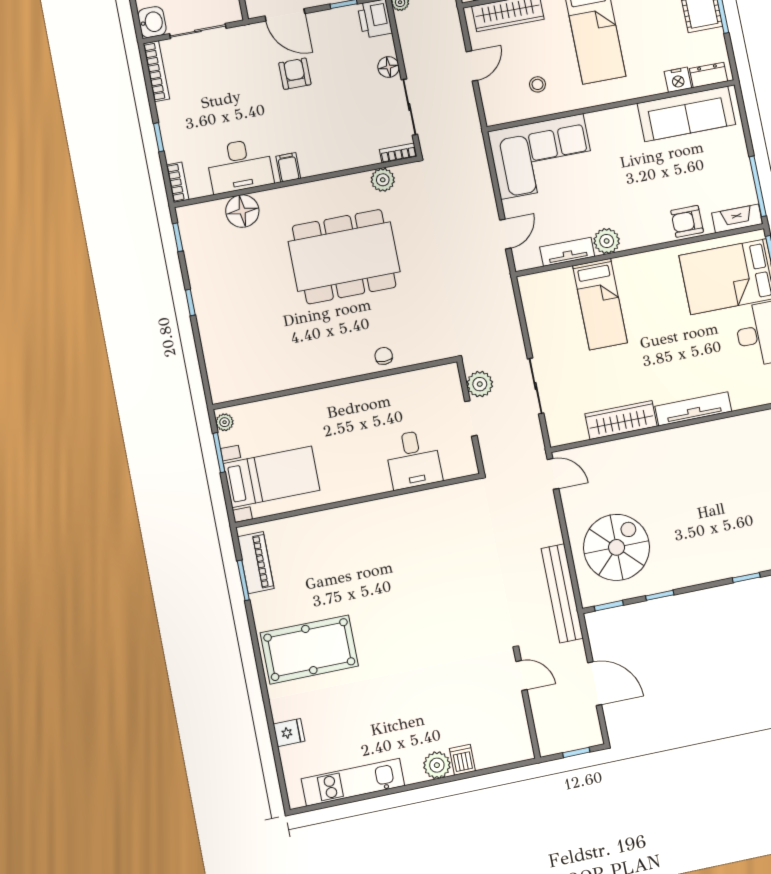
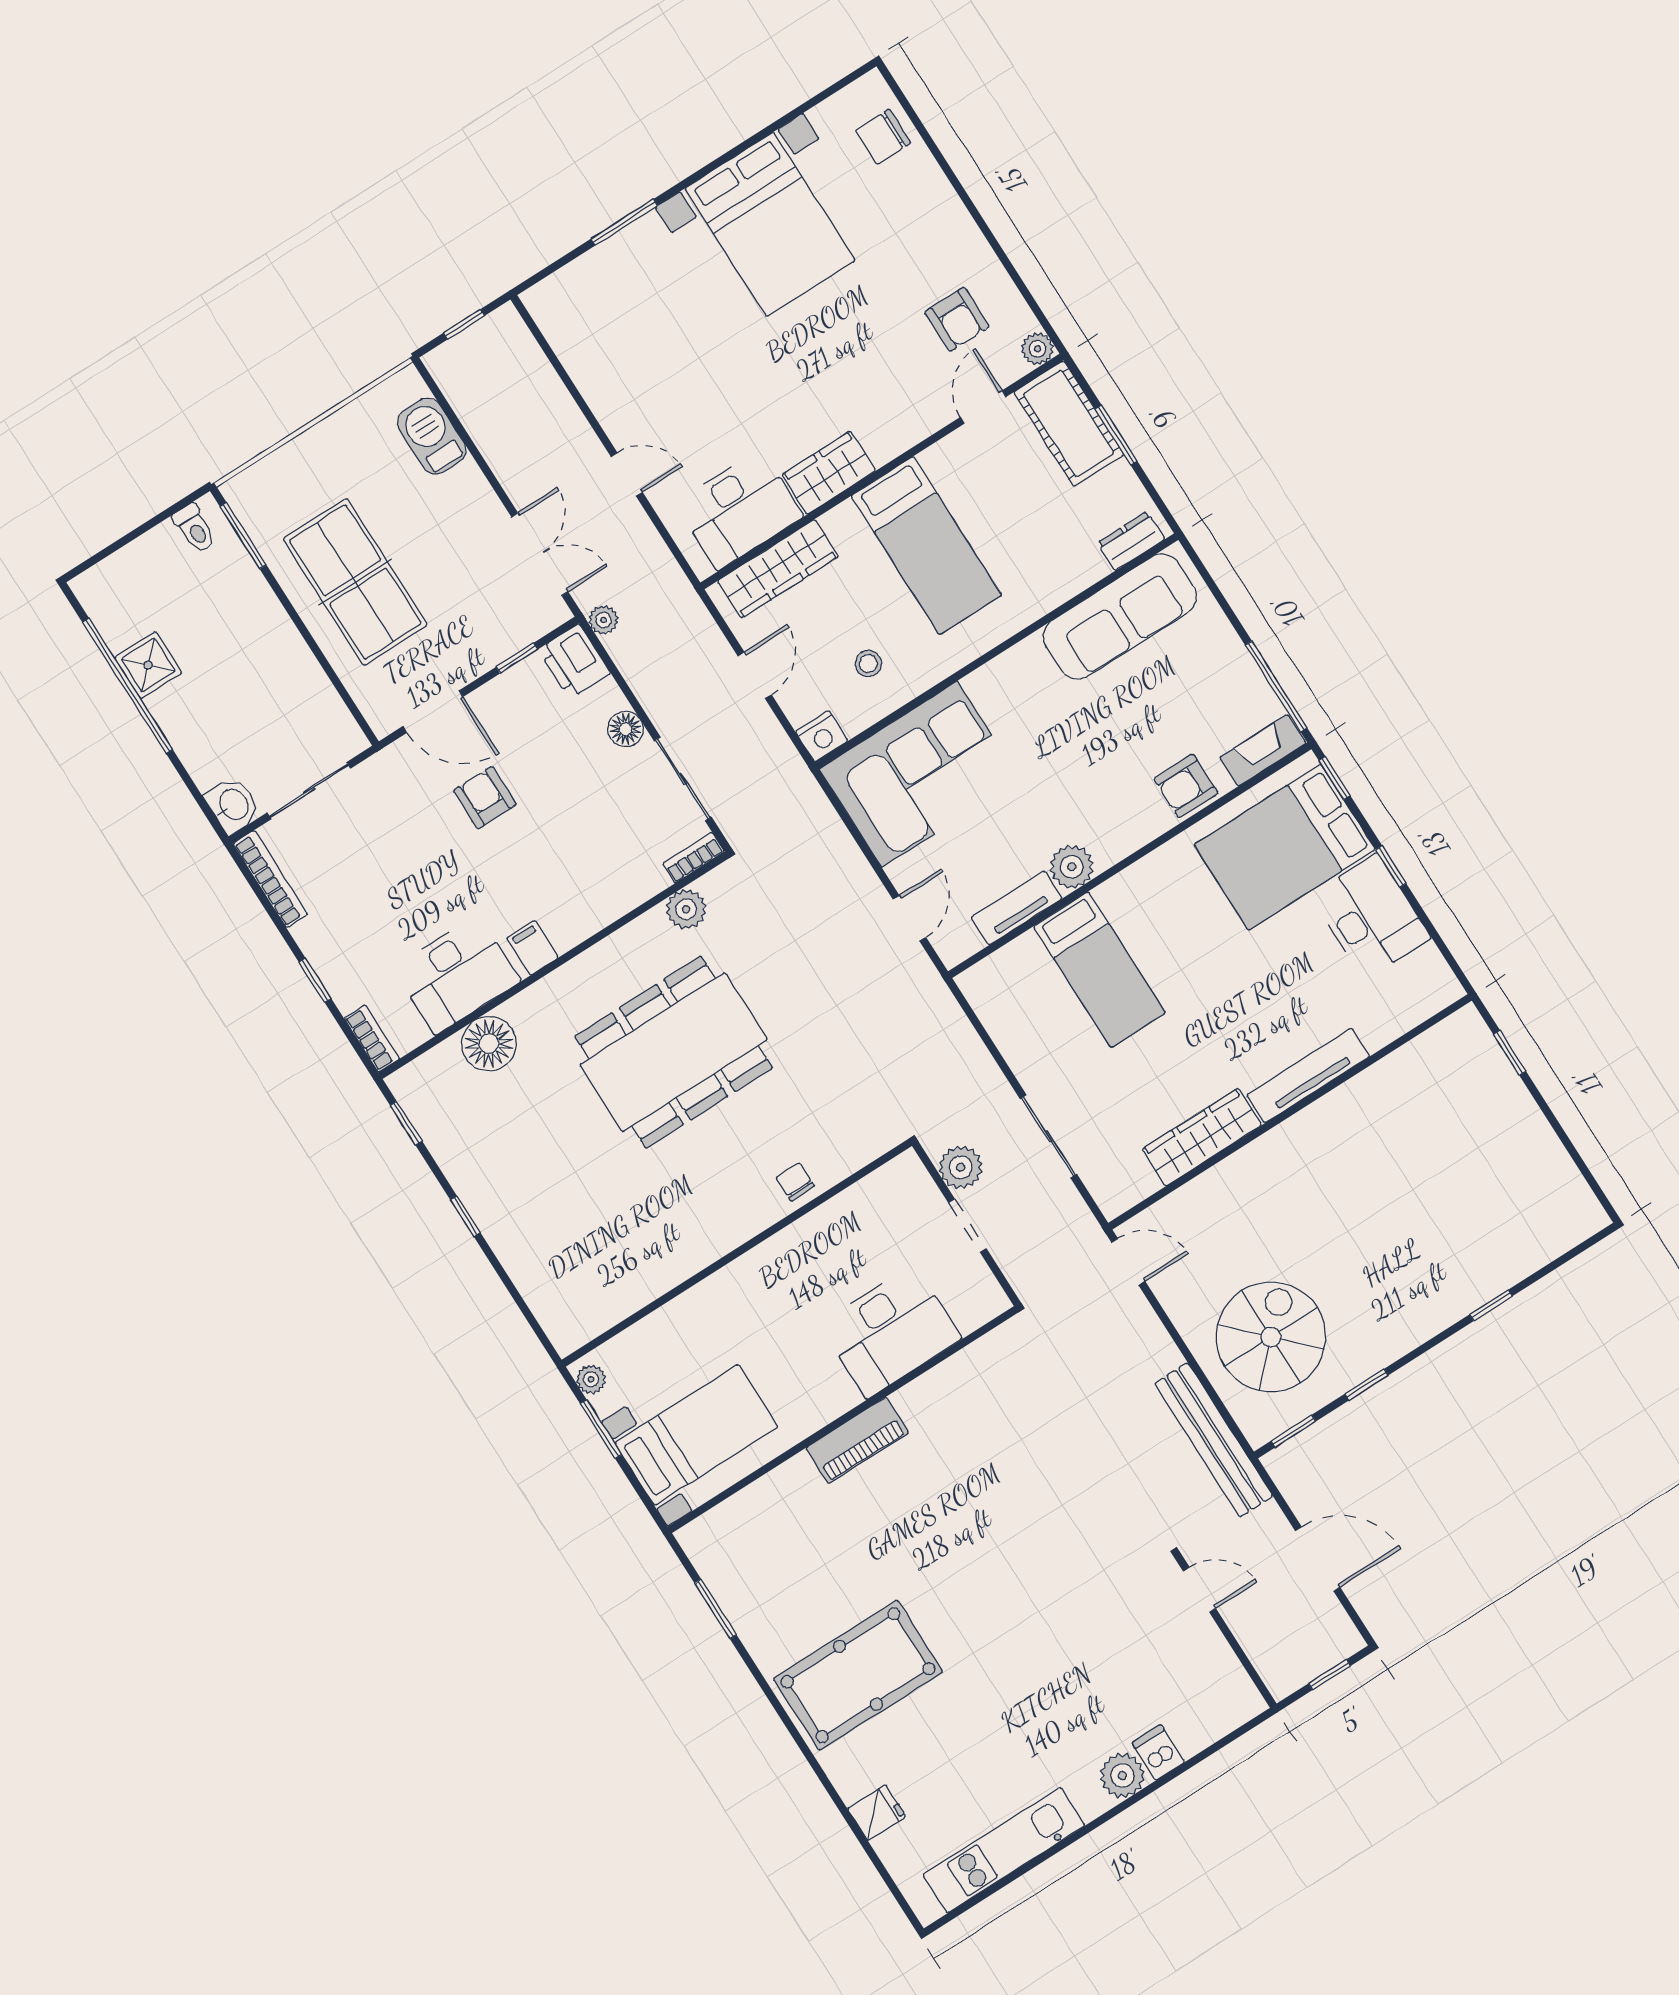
nightstand: (678, 80) -> (822, 736), moved
desk: (413, 459) -> (890, 1332), width x1.37
piano: (256, 563) -> (857, 1440), moved, turned 90

